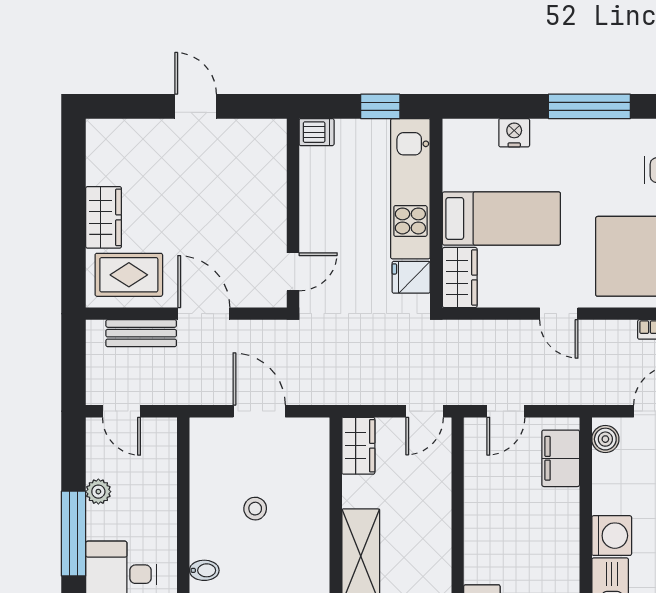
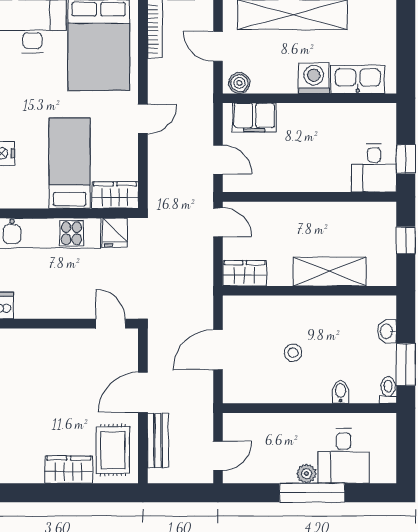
plant: (98, 492) -> (307, 474), moved

